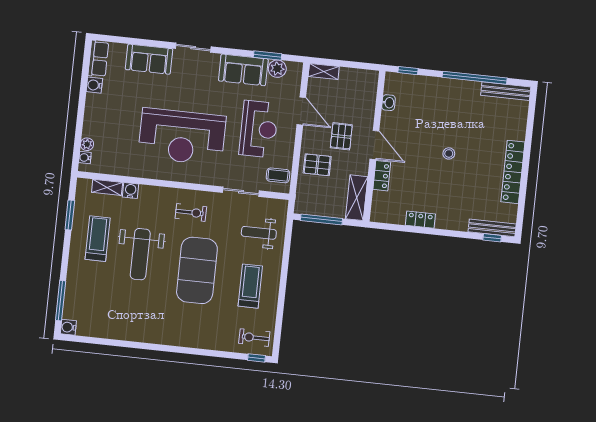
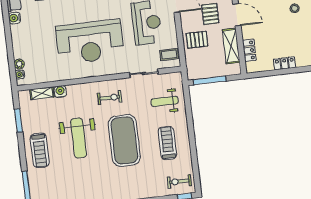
locker: (382, 176) -> (249, 50), moved
shelving: (357, 198) -> (231, 46), moved
treadmill: (98, 239) -> (40, 150), moved, turned 180

